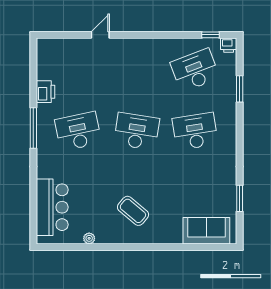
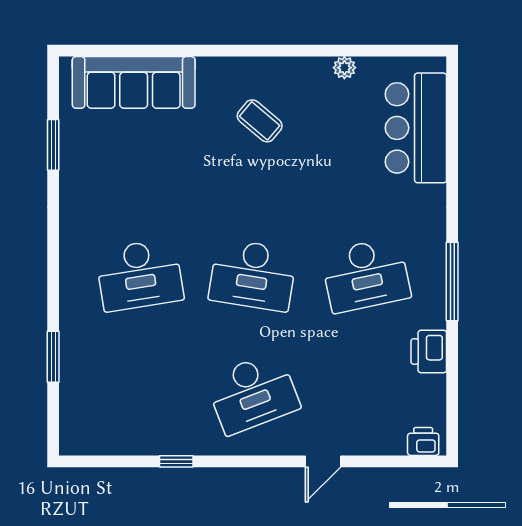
window: (210, 35) -> (176, 461), moved
printer: (229, 45) -> (423, 441), moved
desk: (195, 70) -> (253, 393), moved
coffee table: (133, 211) -> (260, 121), width x0.73, depth x0.77
sofa: (206, 231) -> (134, 82), width x1.36

